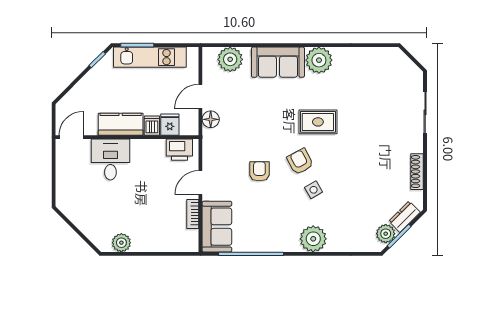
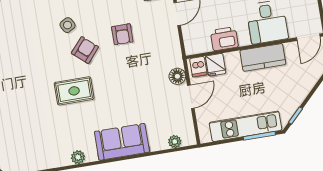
plant: (230, 59) -> (175, 142), width x0.53, depth x0.53
plant: (319, 60) -> (78, 157), width x0.53, depth x0.53
dishwasher: (152, 126) -> (198, 67), moved
printer: (179, 150) -> (224, 39), moved
armchair: (300, 162) -> (85, 50), turned -111

